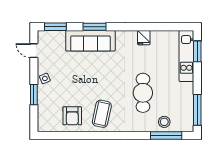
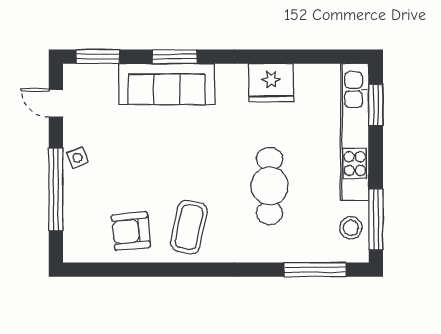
fridge: (144, 38) -> (271, 83), width x1.88, depth x1.34
kitchen unit: (186, 56) -> (355, 132), width x1.36
window: (34, 95) -> (56, 189), width x2.11
armchair: (72, 116) -> (131, 231), turned 84
stool: (164, 122) -> (351, 228), moved

